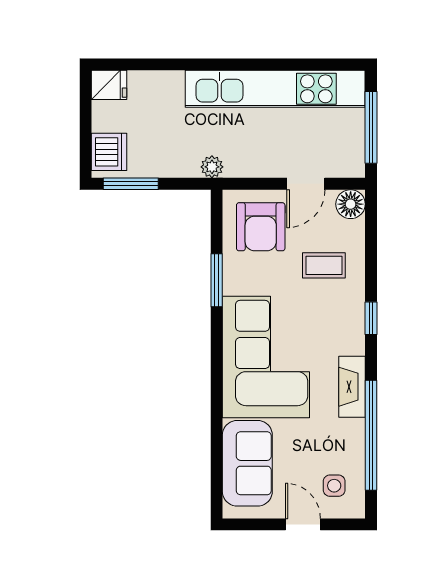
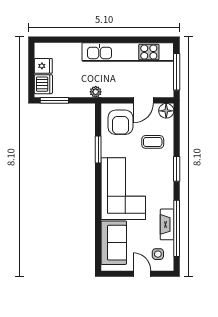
fridge: (109, 85) -> (43, 66), moved
window: (371, 318) -> (177, 169), width x1.50
fireplace: (352, 387) -> (167, 224), moved

